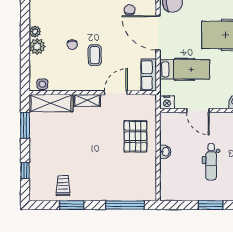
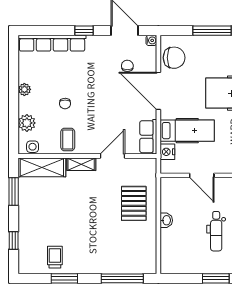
plant: (37, 46) -> (27, 123), moved
coffee table: (95, 55) -> (68, 140), moved
nightstand: (167, 102) -> (167, 152), moved, turned 90

